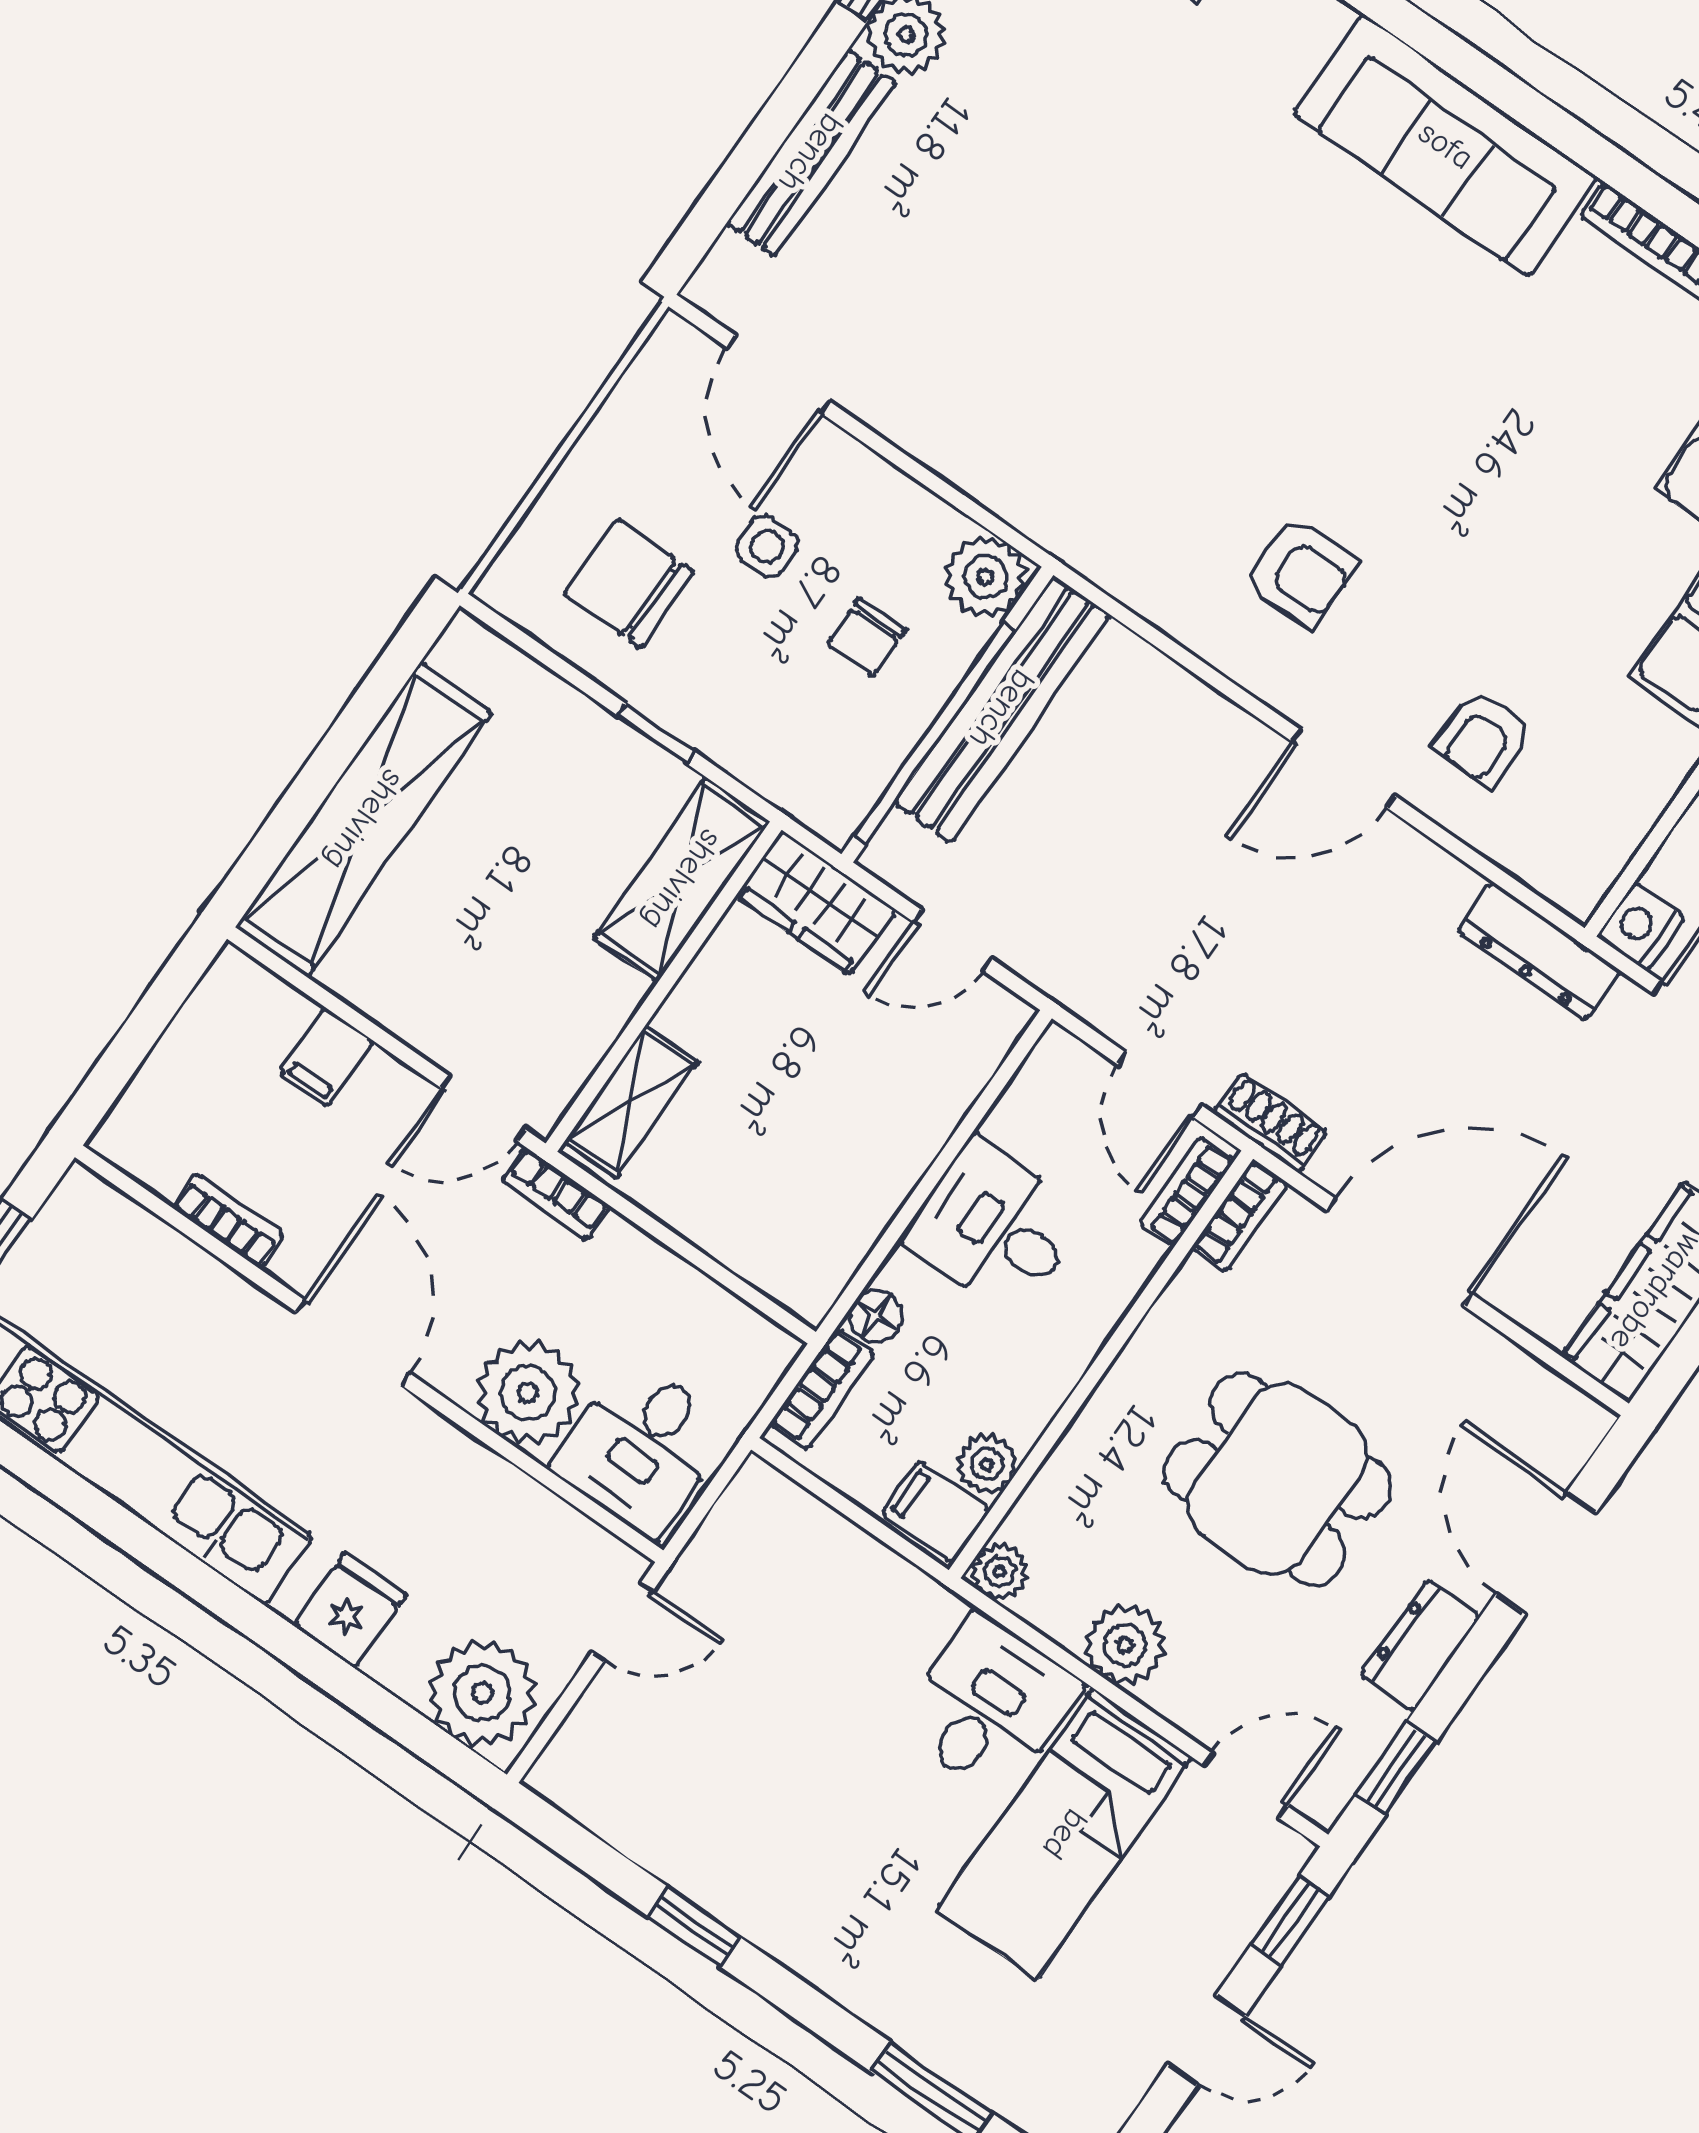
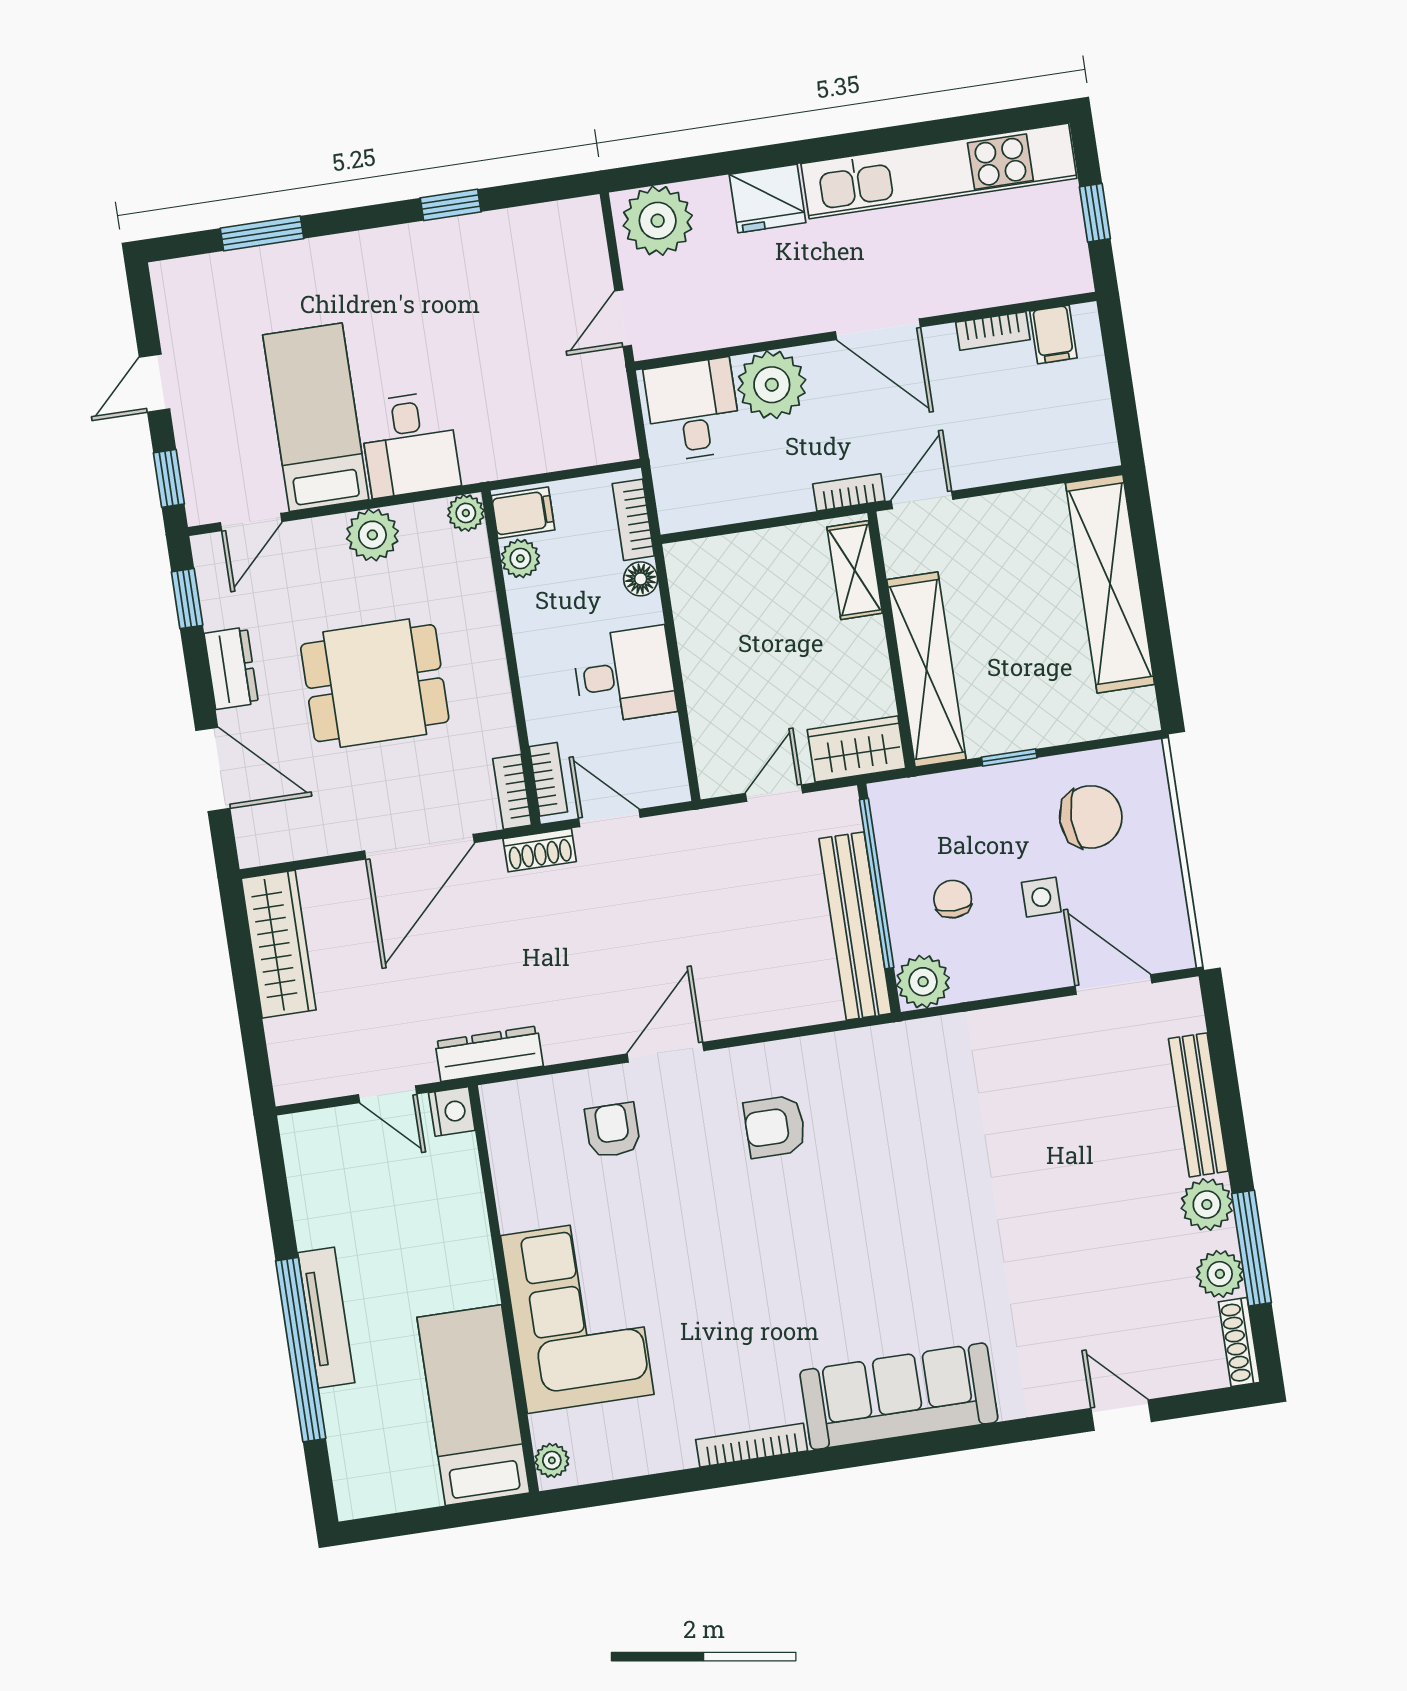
shelving: (682, 880) -> (926, 670), width x1.47
filing cabinet: (326, 1057) -> (1053, 334), moved, turned 180
fridge: (350, 1611) -> (768, 199), width x1.38

